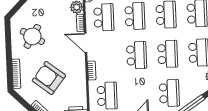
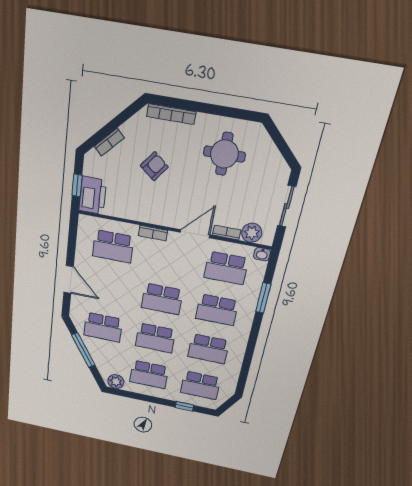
round table: (32, 36) -> (224, 154), turned -31
armchair: (49, 78) -> (154, 166), width x0.53, depth x0.53

